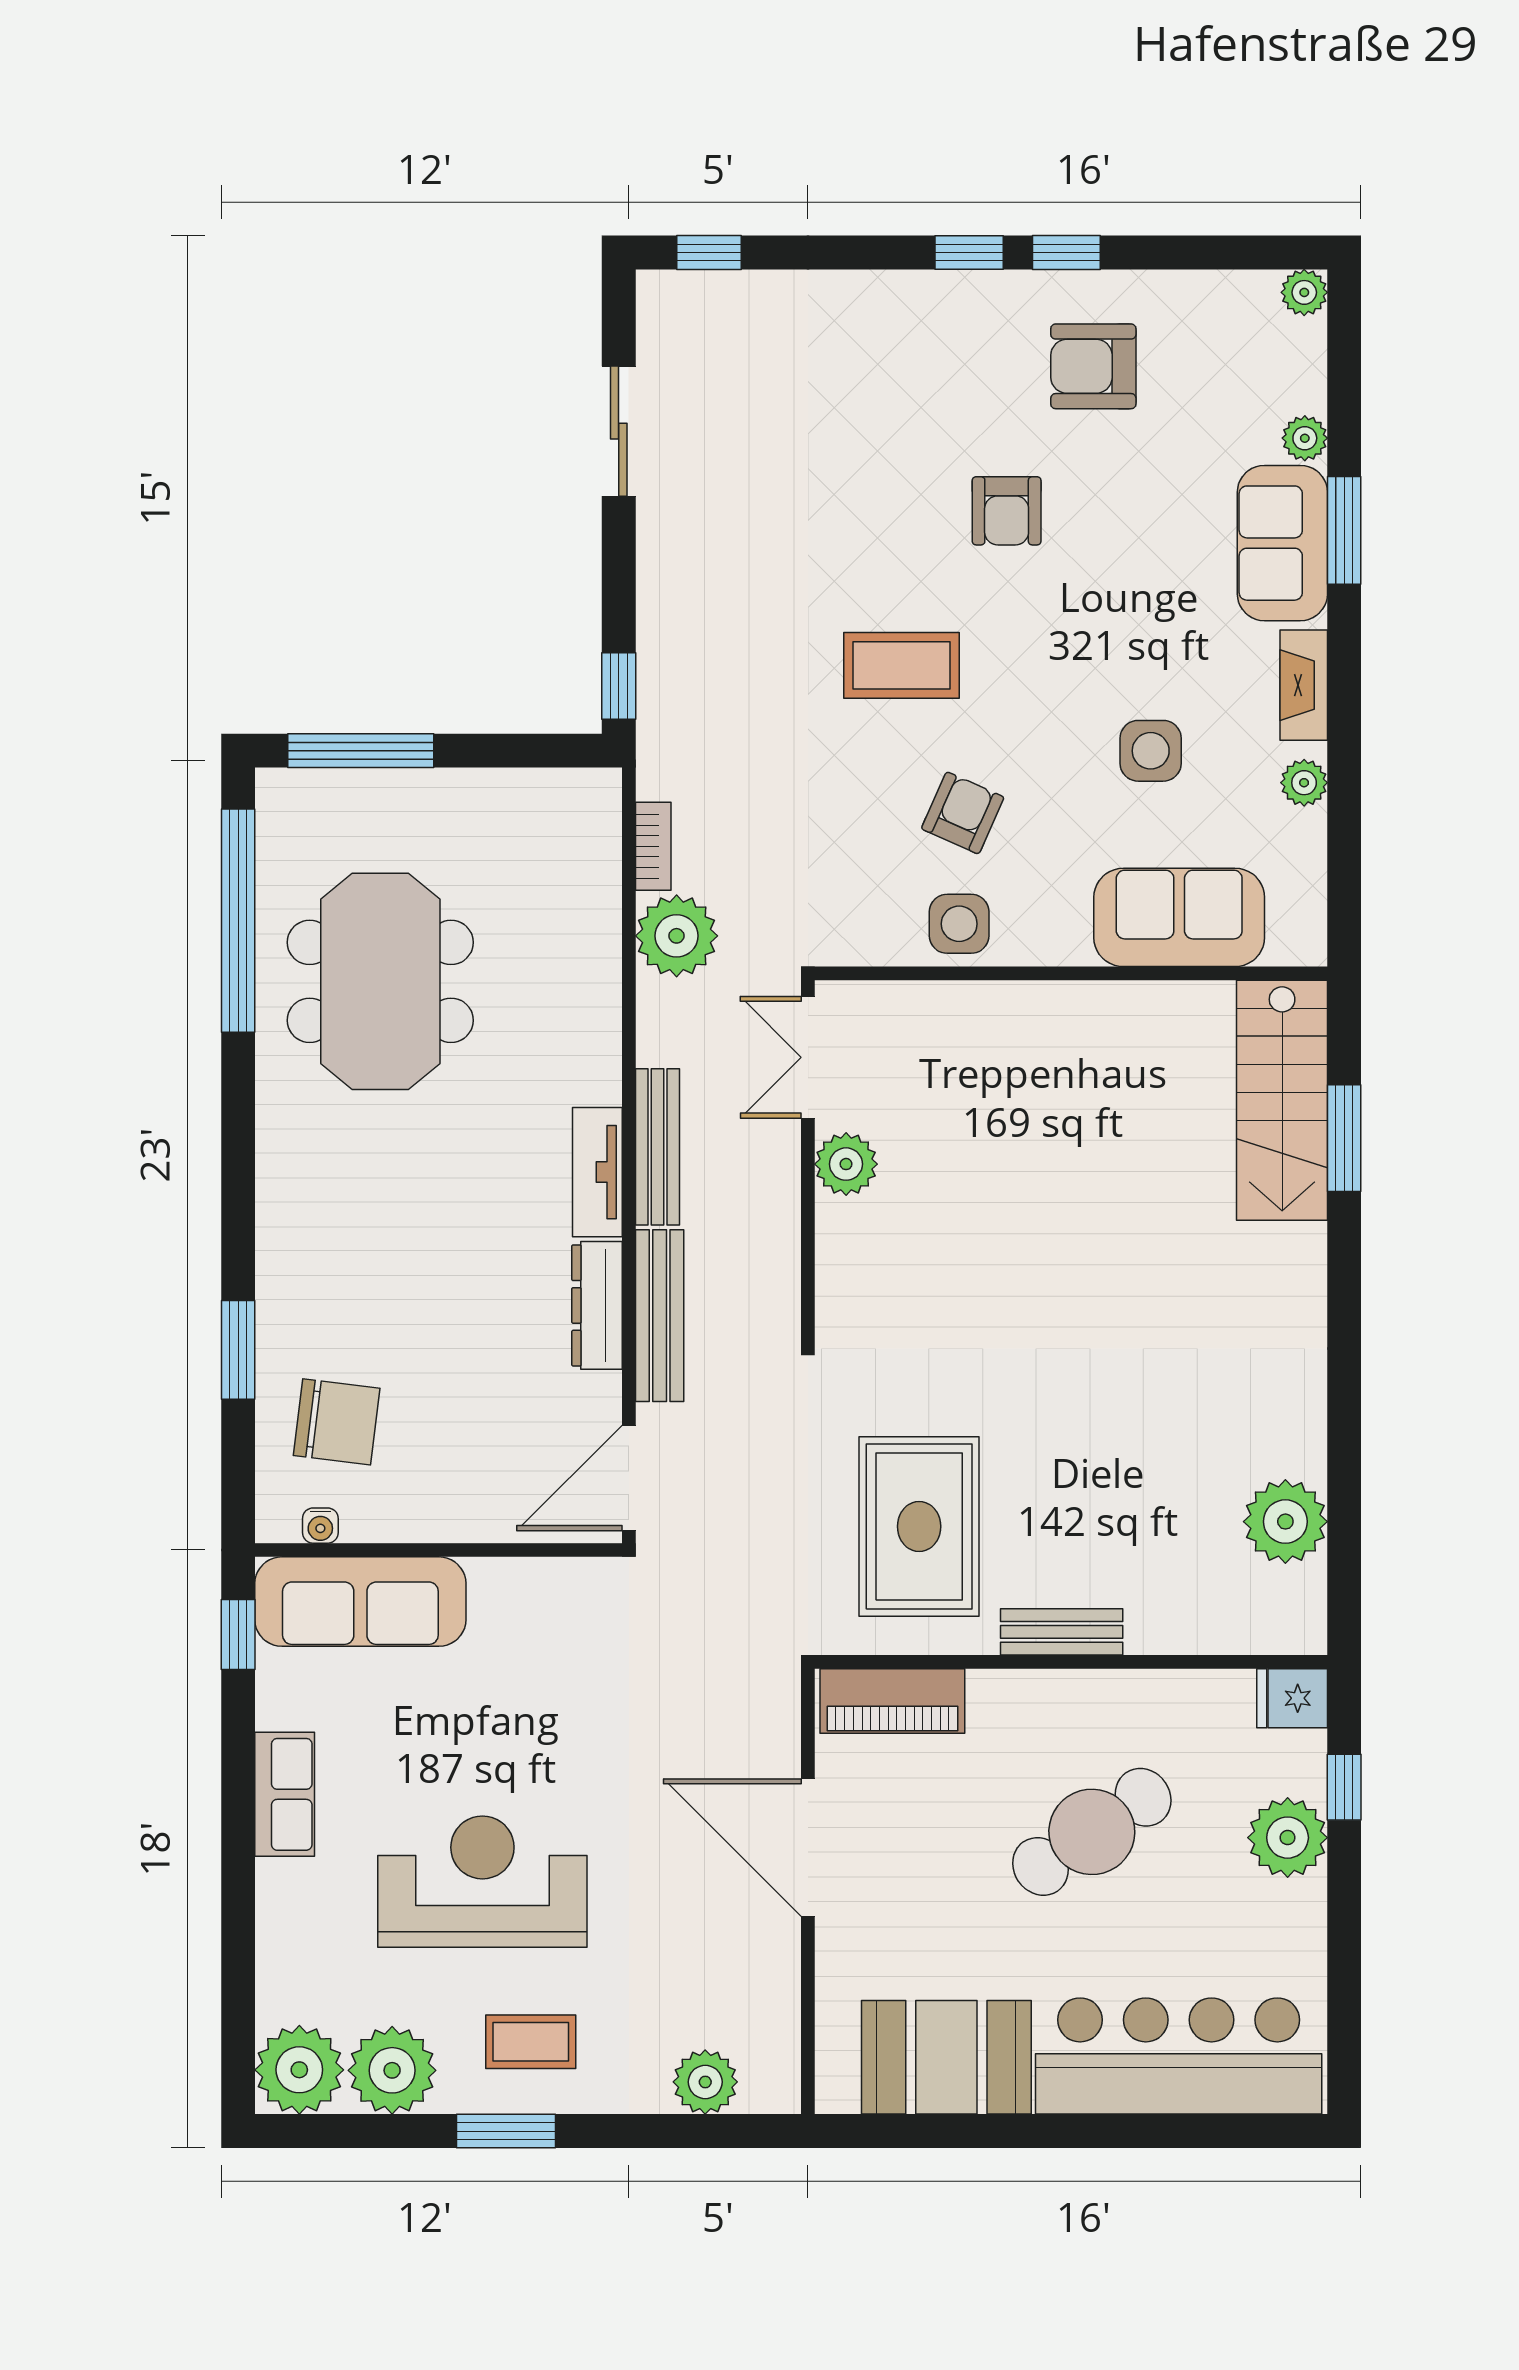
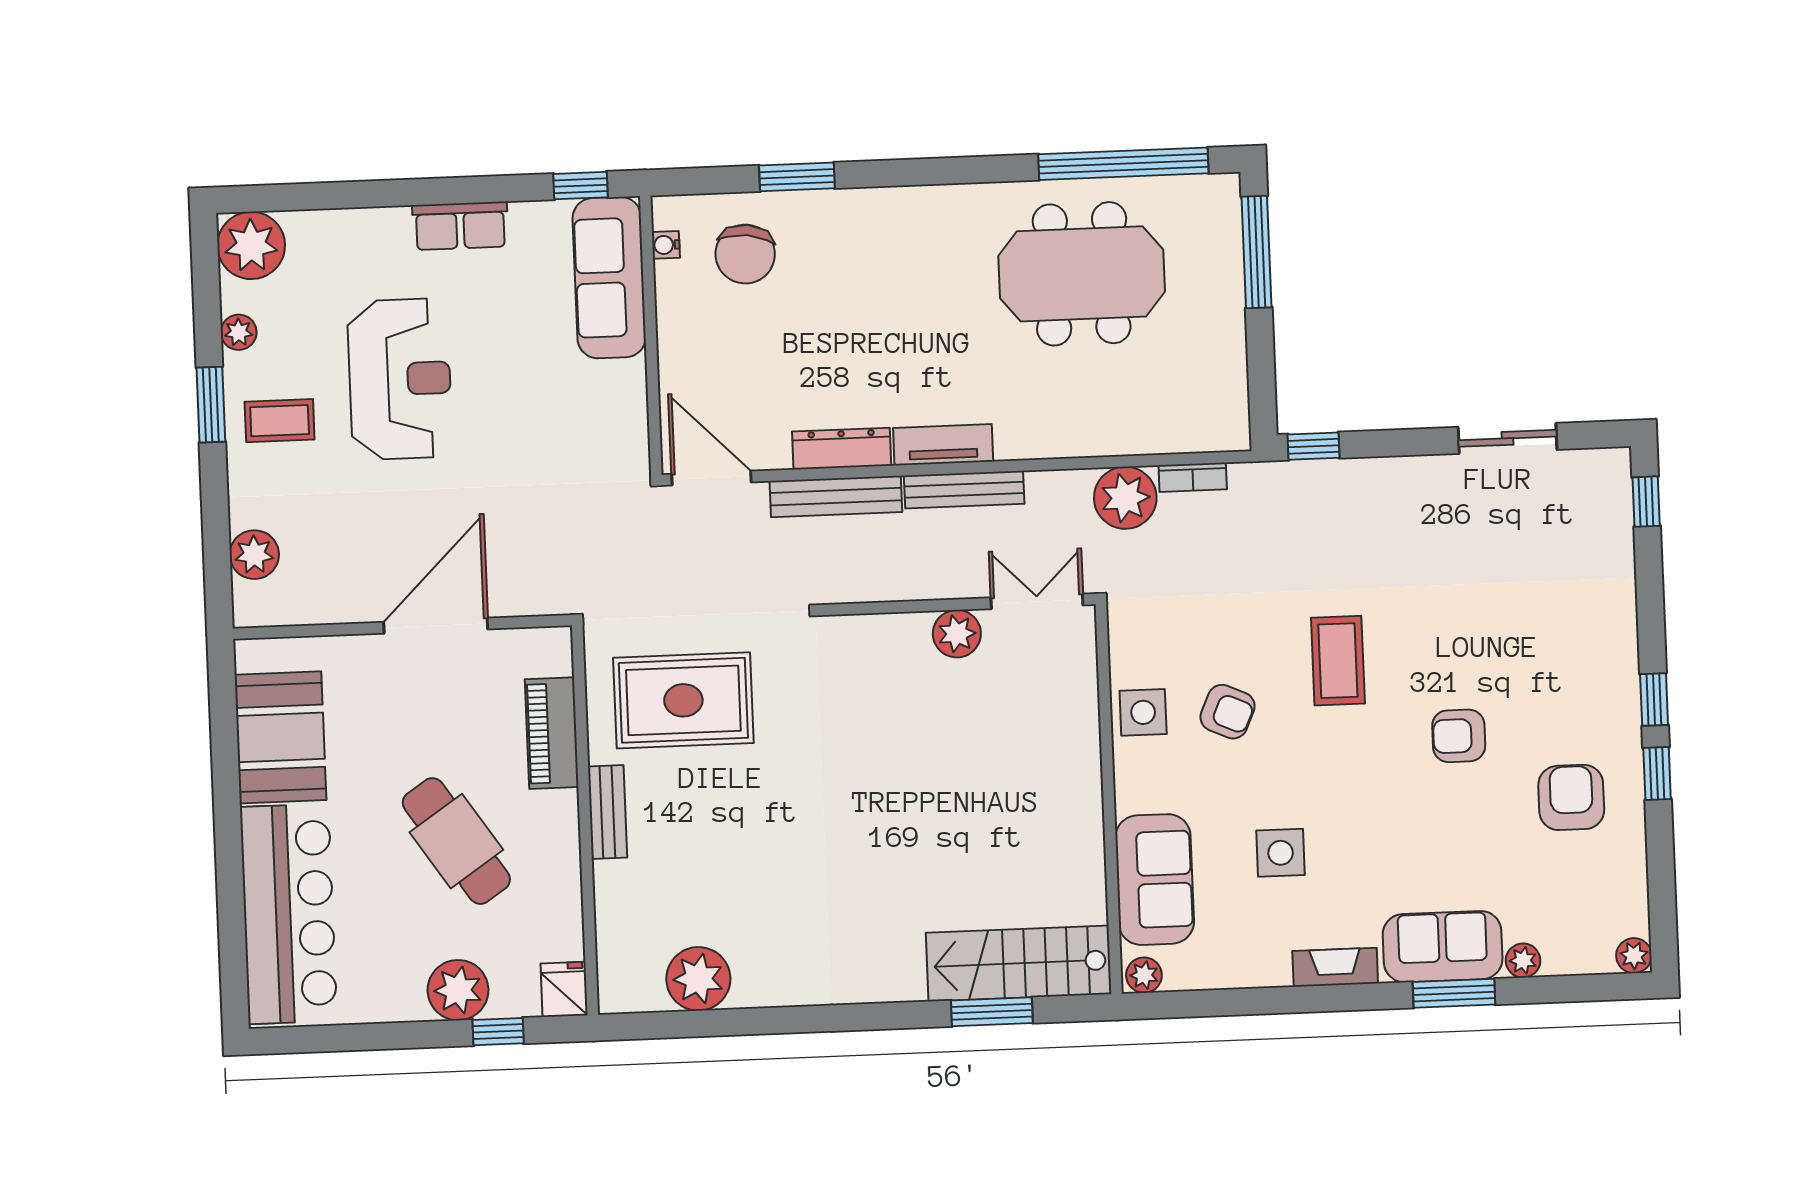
plant: (1304, 783) -> (1144, 975), moved
piano: (892, 1701) -> (552, 733), moved
coffee table: (531, 2042) -> (280, 421), turned 90
plant: (392, 2070) -> (239, 332), width x0.53, depth x0.53

